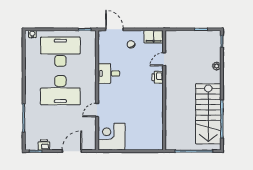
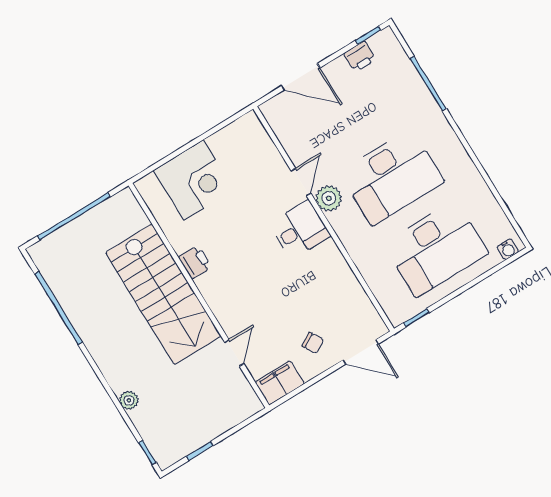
desk: (109, 73) -> (300, 230), moved
printer: (158, 77) -> (195, 262), moved
desk: (60, 90) -> (392, 177), turned 180
plant: (90, 97) -> (329, 198), added
stairs: (208, 114) -> (163, 294), moved, turned 180
corner desk: (112, 137) -> (193, 180), moved
door: (72, 151) -> (301, 77), hinge flipped

